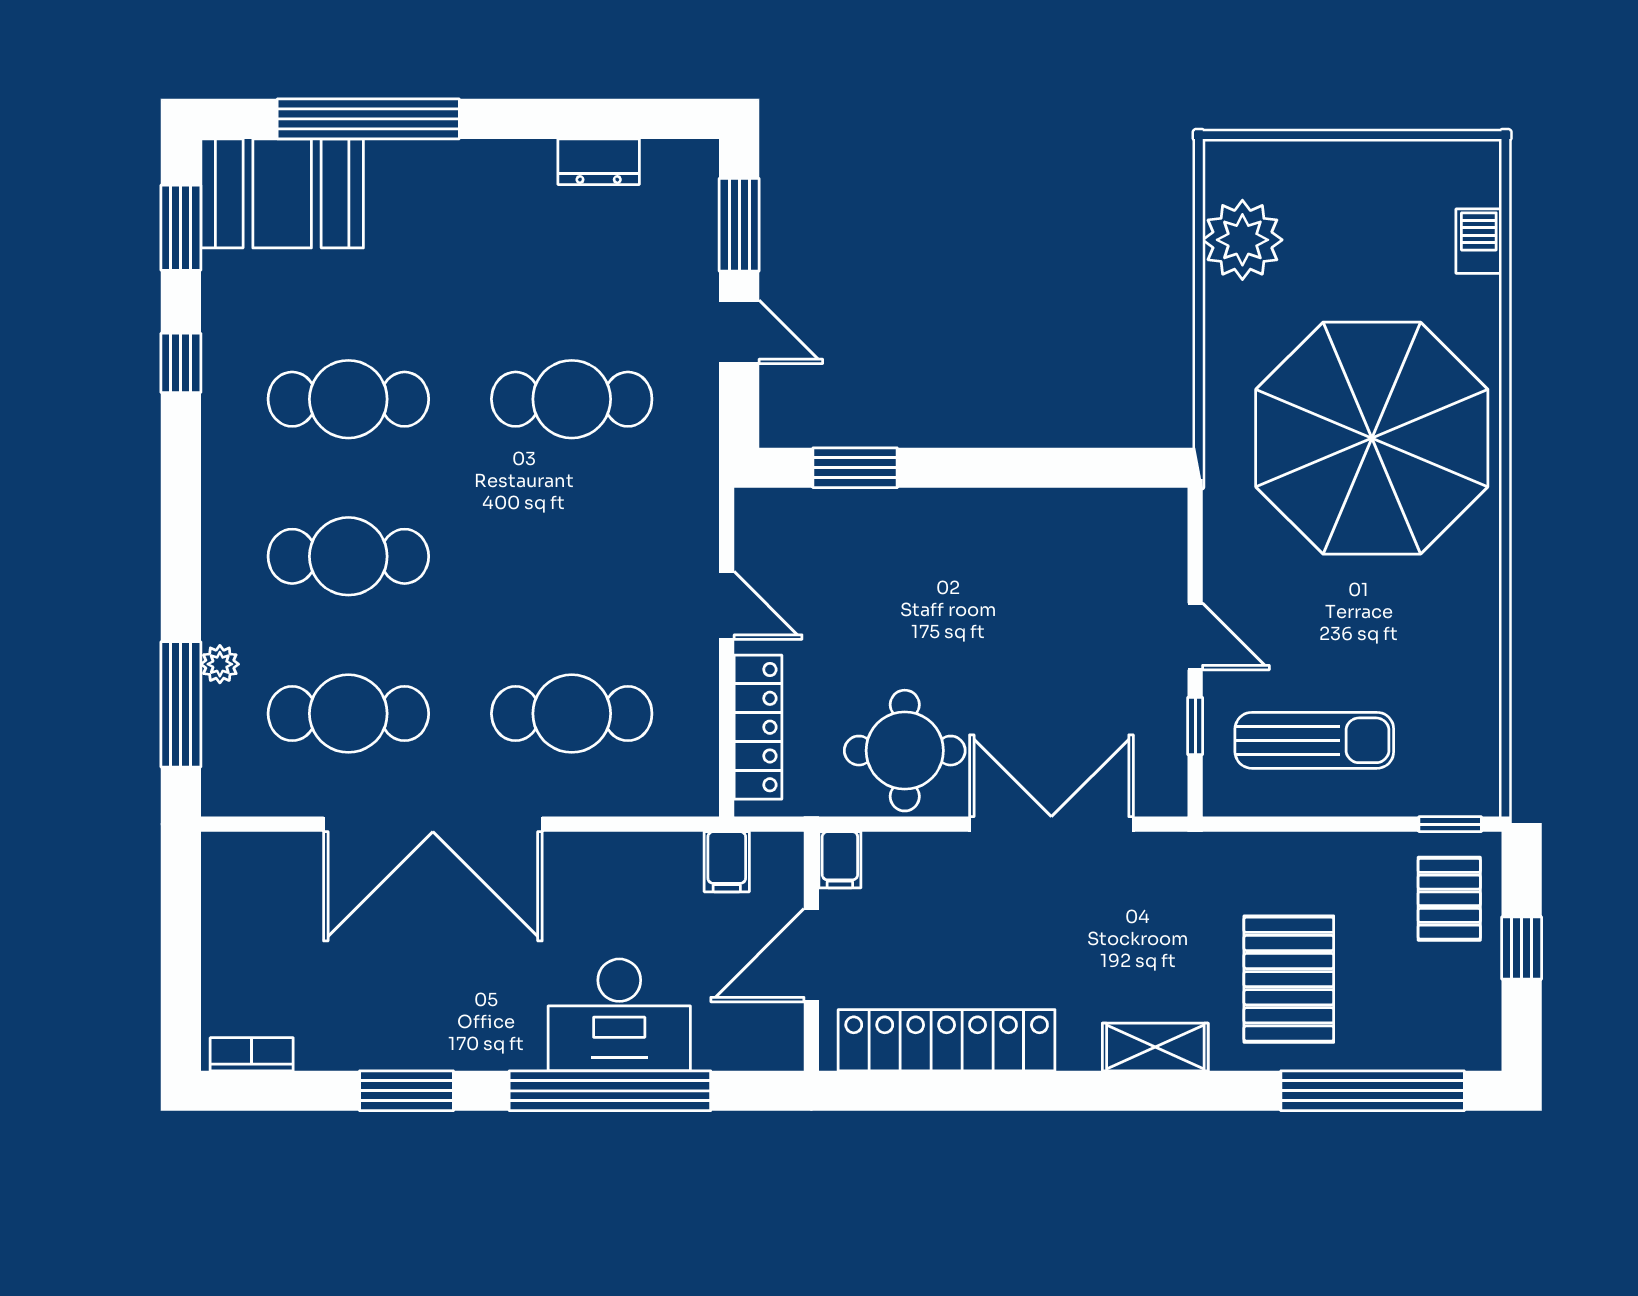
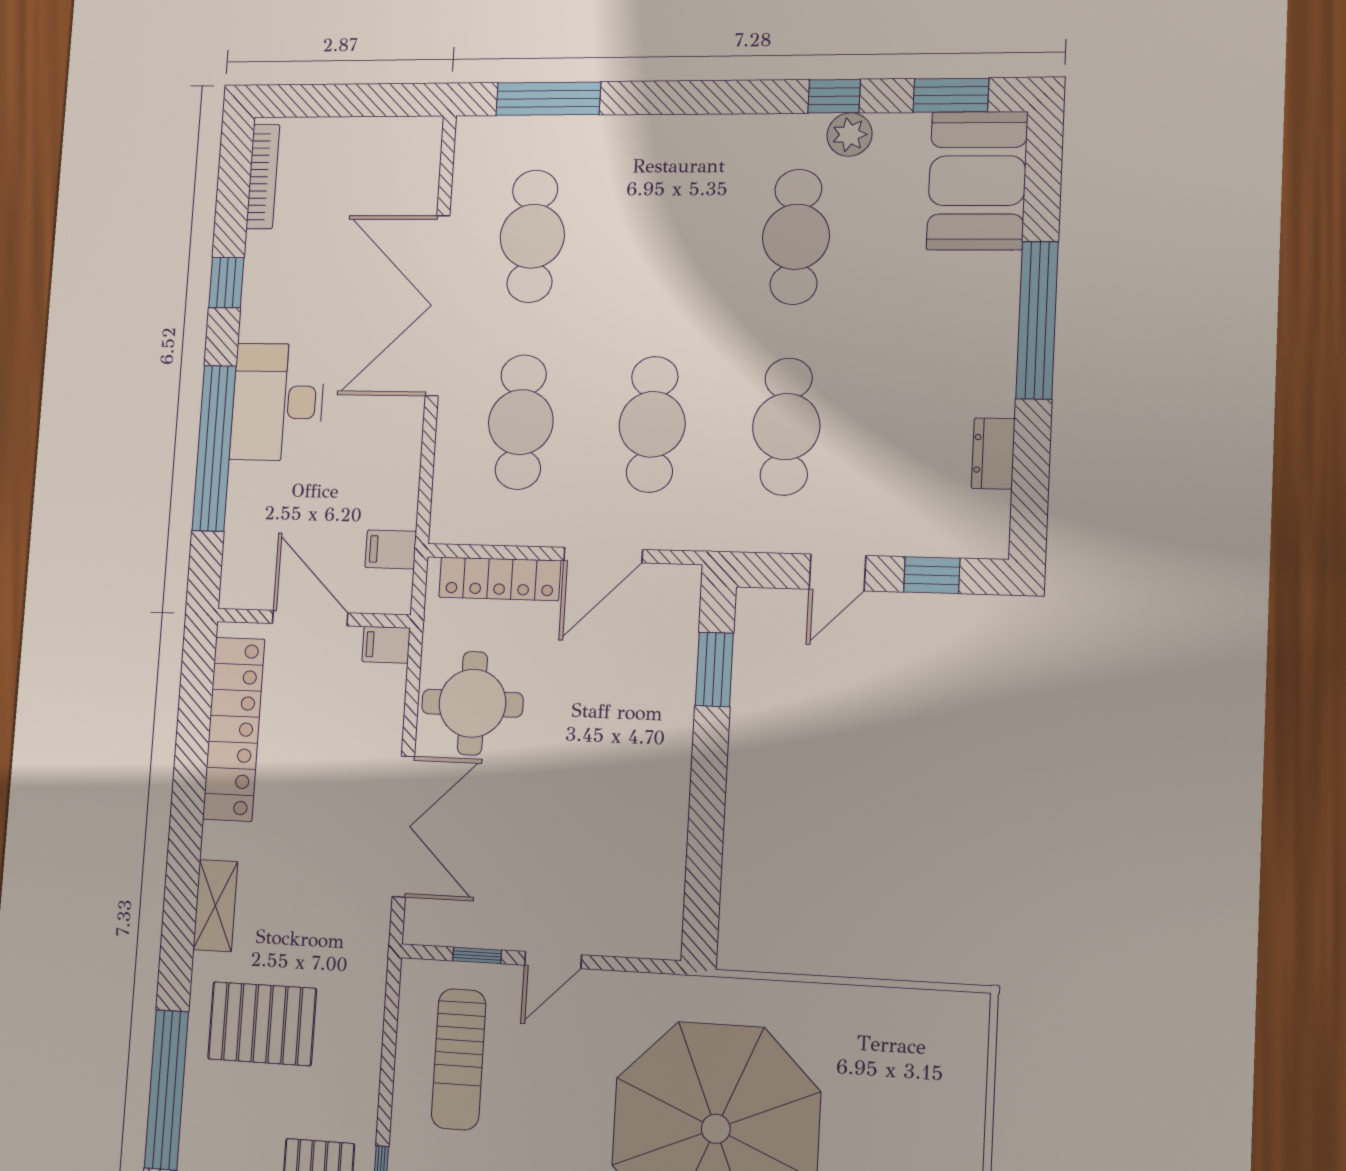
window: (368, 119) -> (1037, 320), moved
window: (739, 225) -> (932, 575), width x0.67
plant: (1242, 240) -> (898, 1024), removed
cafe table: (348, 556) -> (652, 424), moved
door: (727, 605) -> (603, 555), width x1.38
plant: (220, 664) -> (850, 135), moved, width x1.38, depth x1.38
desk: (619, 1015) -> (278, 402), moved
bookcase: (252, 1054) -> (263, 177), width x1.56
window: (406, 1091) -> (226, 282), width x0.67

